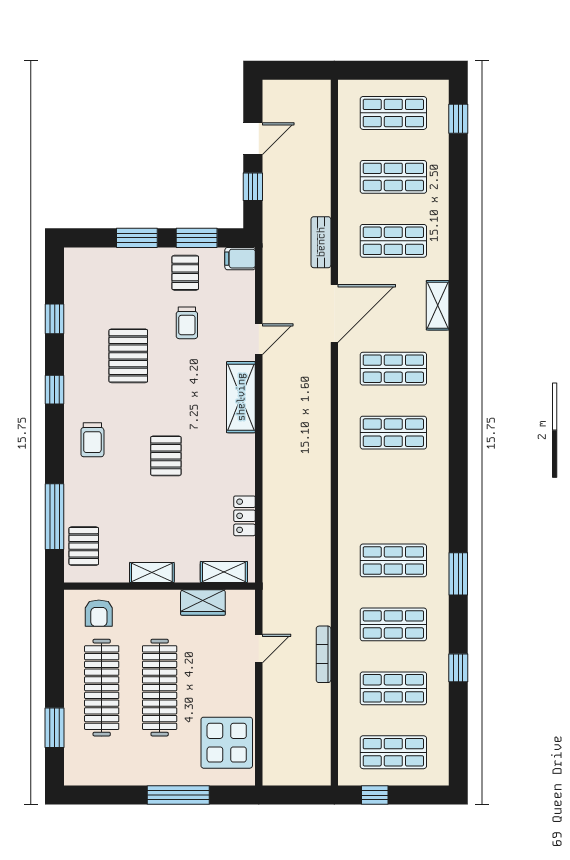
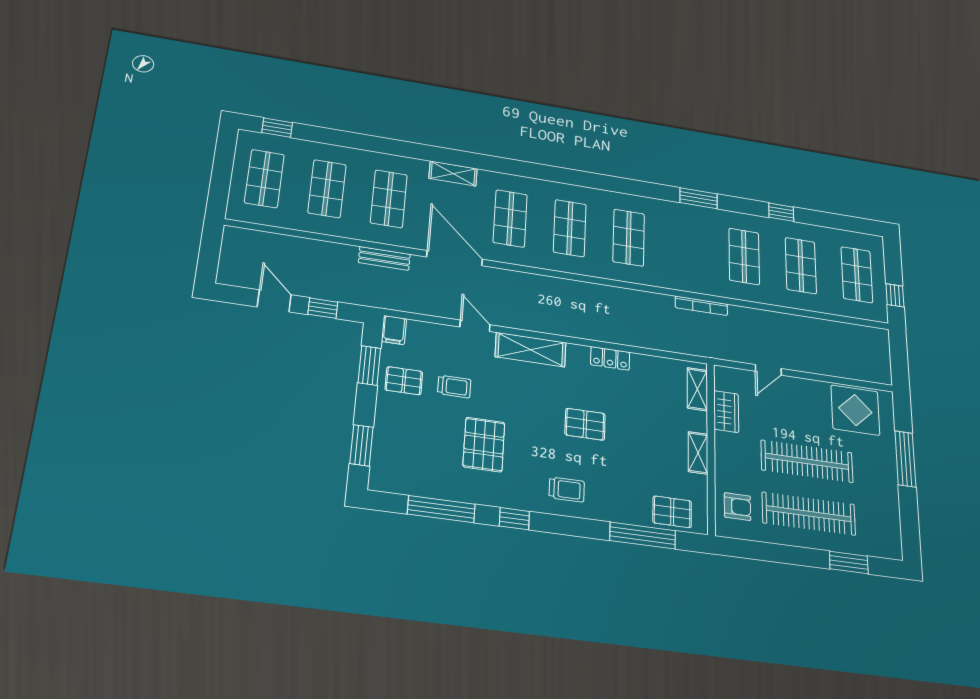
window: (137, 238) -> (361, 445), moved
window: (55, 319) -> (441, 509), width x2.17
pallet: (128, 356) -> (484, 445), turned 90
locker: (245, 516) -> (610, 358), moved
shop shelf: (393, 560) -> (629, 238), moved
door: (259, 649) -> (768, 370), swing flipped
bookcase: (324, 654) -> (701, 306), moved

